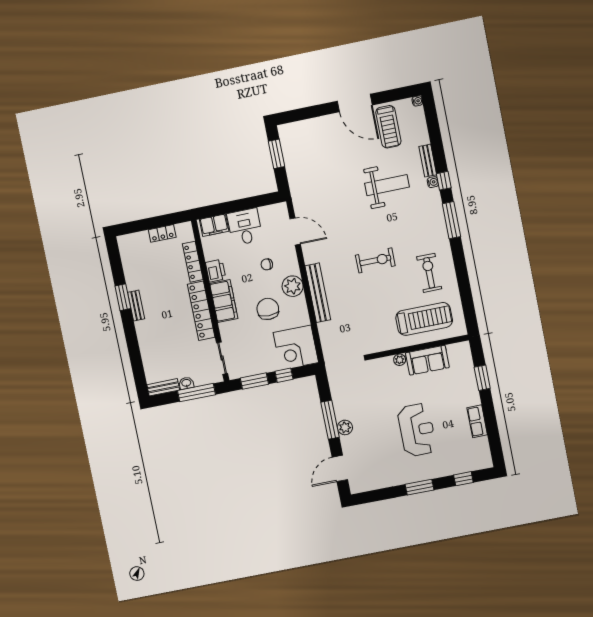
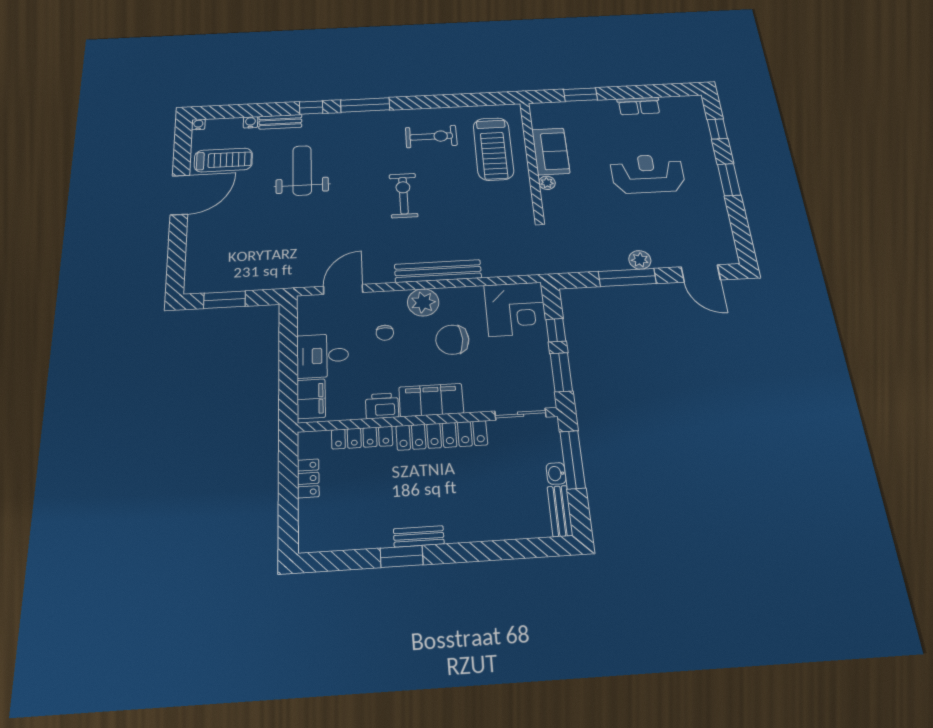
water cooler: (433, 182) -> (250, 122), moved
exercise bike: (429, 273) -> (431, 136), turned 180
treadmill: (424, 319) -> (493, 149), turned 180

